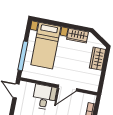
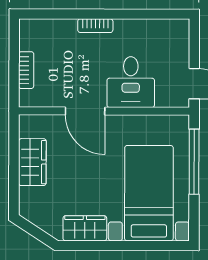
wardrobe: (97, 59) -> (32, 162), moved
door: (67, 88) -> (85, 111), swing flipped

